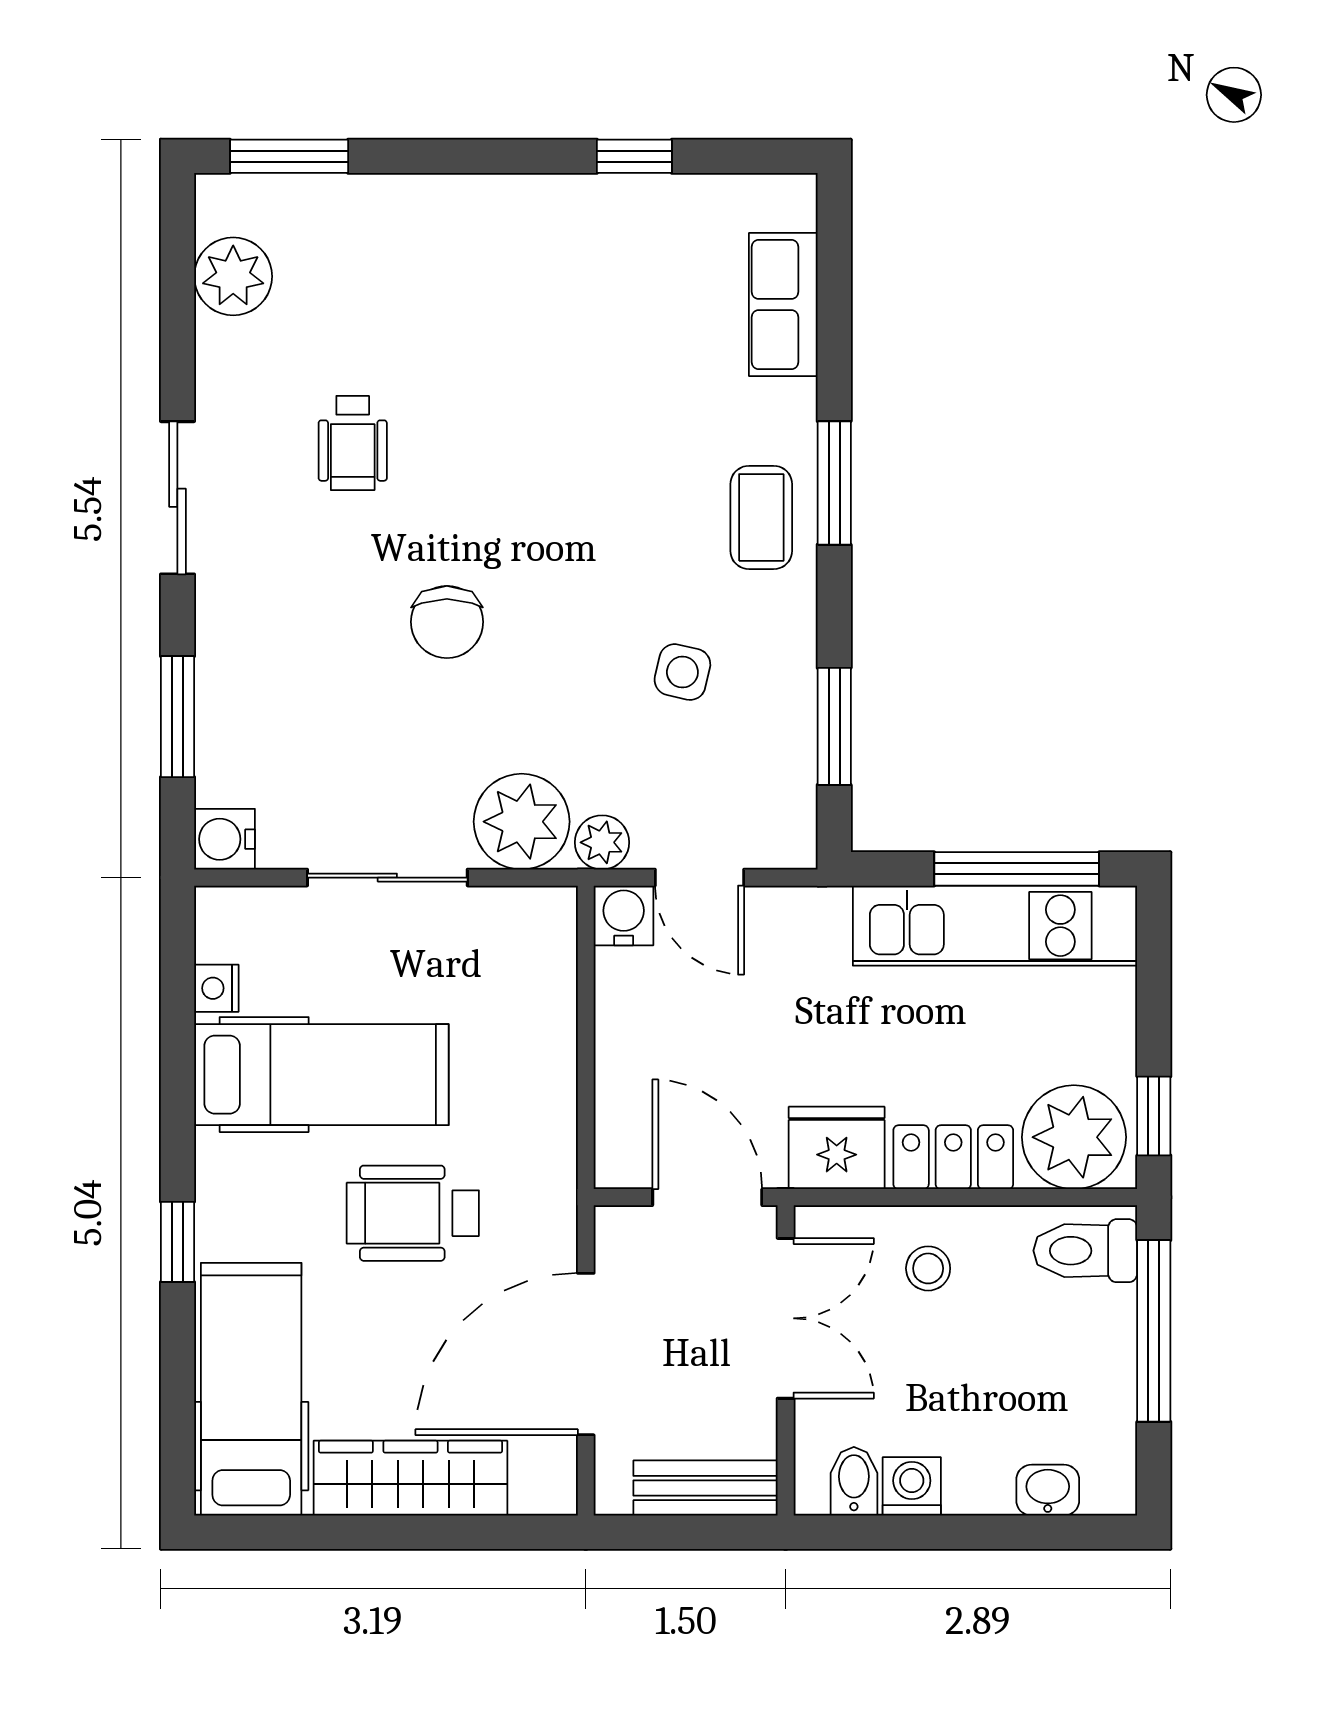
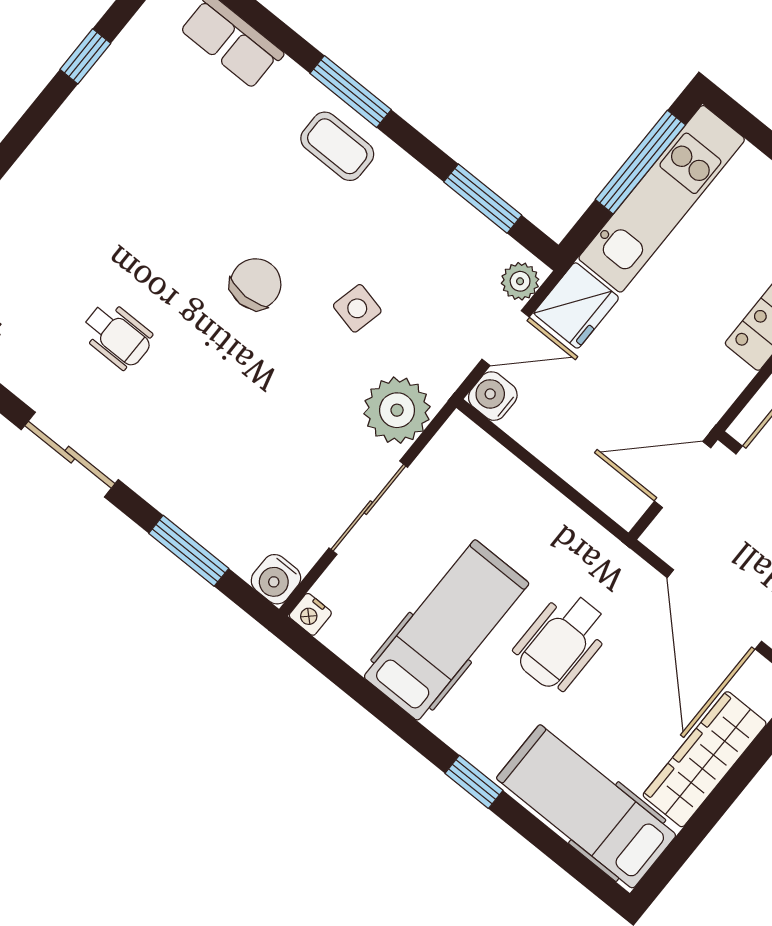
chair: (447, 622) -> (256, 284), moved, turned -90
side table: (682, 672) -> (357, 308), moved
plant: (602, 842) -> (520, 281), moved
nightstand: (216, 988) -> (310, 614), moved
fridge: (837, 1148) -> (576, 305), moved, turned 180

